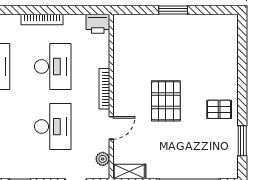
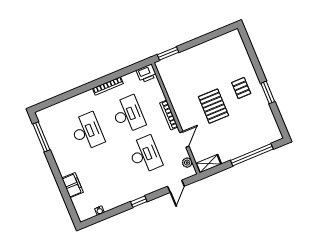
window: (173, 10) -> (168, 54), moved
pallet: (219, 109) -> (241, 88), moved, turned 90
window: (242, 141) -> (268, 92), moved

